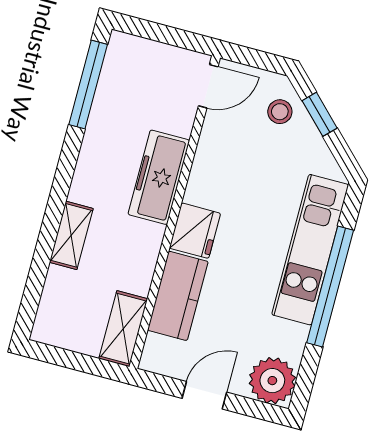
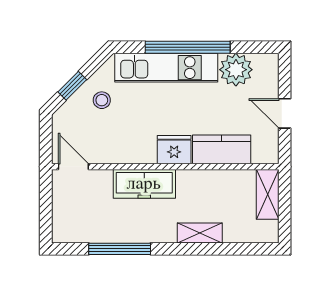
window: (88, 85) -> (120, 249), moved
stool: (280, 112) -> (102, 100), moved
shelving: (123, 329) -> (268, 194), moved, turned 90
plant: (272, 381) -> (236, 70), moved

